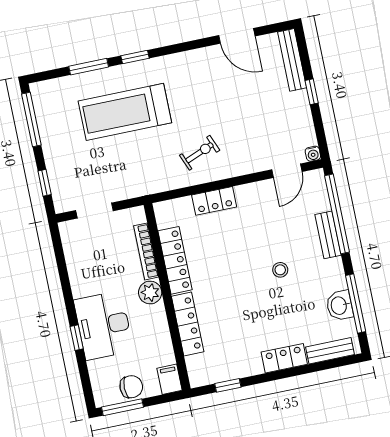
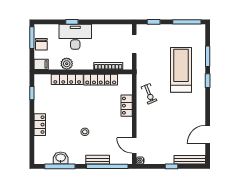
exercise bike: (200, 153) -> (149, 94), moved
plant: (150, 293) -> (67, 64), moved
bench: (330, 351) -> (39, 148), removed

